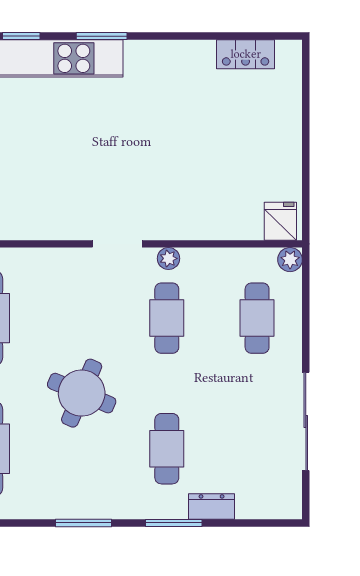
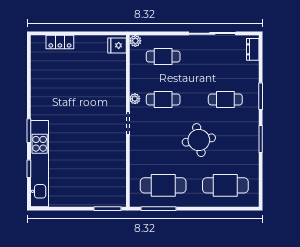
locker: (246, 54) -> (60, 42), moved, turned 90
round table: (82, 393) -> (199, 140), turned -33
dresser: (212, 506) -> (253, 49), moved

